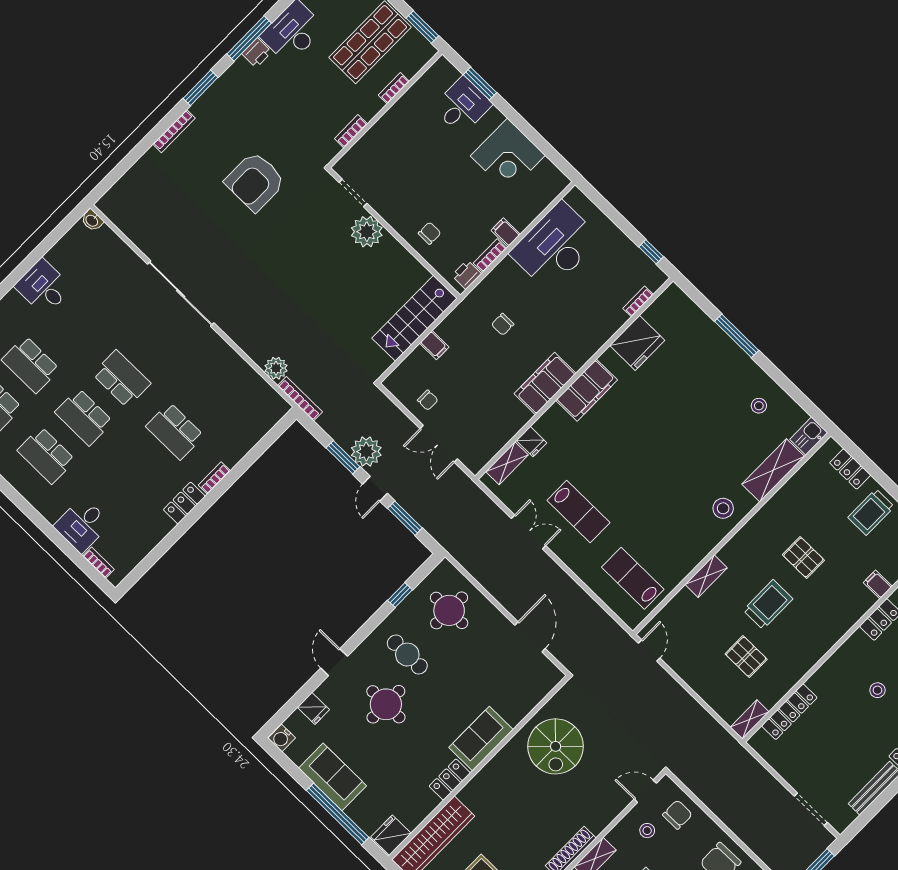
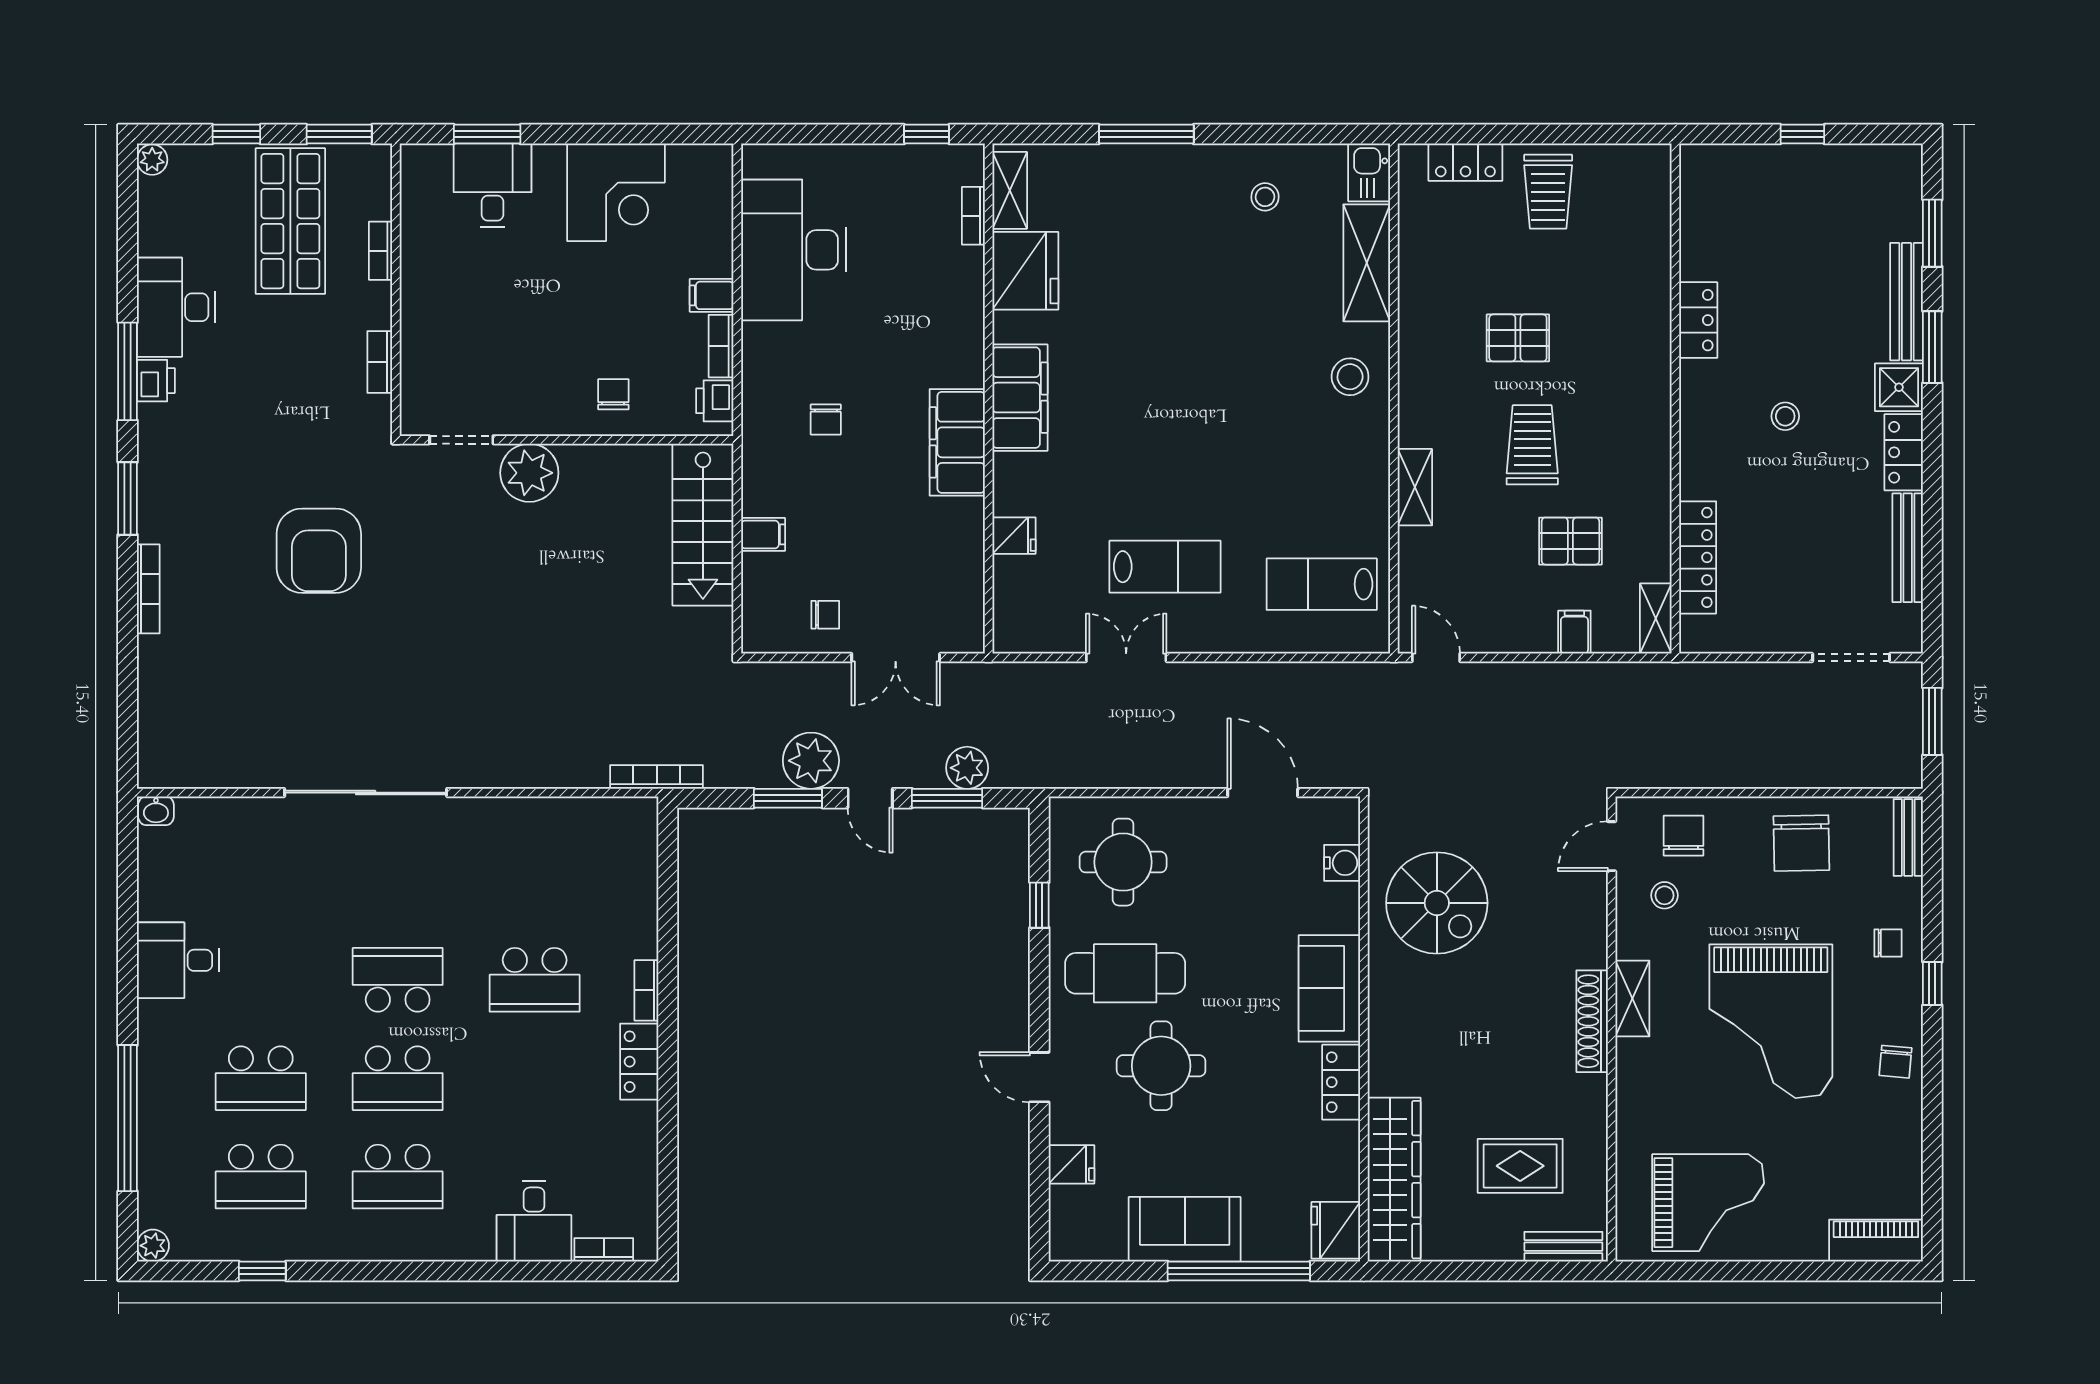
plant: (276, 368) -> (967, 768), moved
shelving: (507, 463) -> (1010, 190), moved
filing cabinet: (878, 584) -> (1574, 632), moved, turned 90
cafe table: (407, 655) -> (1125, 973), width x1.37, depth x1.35
water cooler: (282, 738) -> (1342, 863), moved, turned -90

